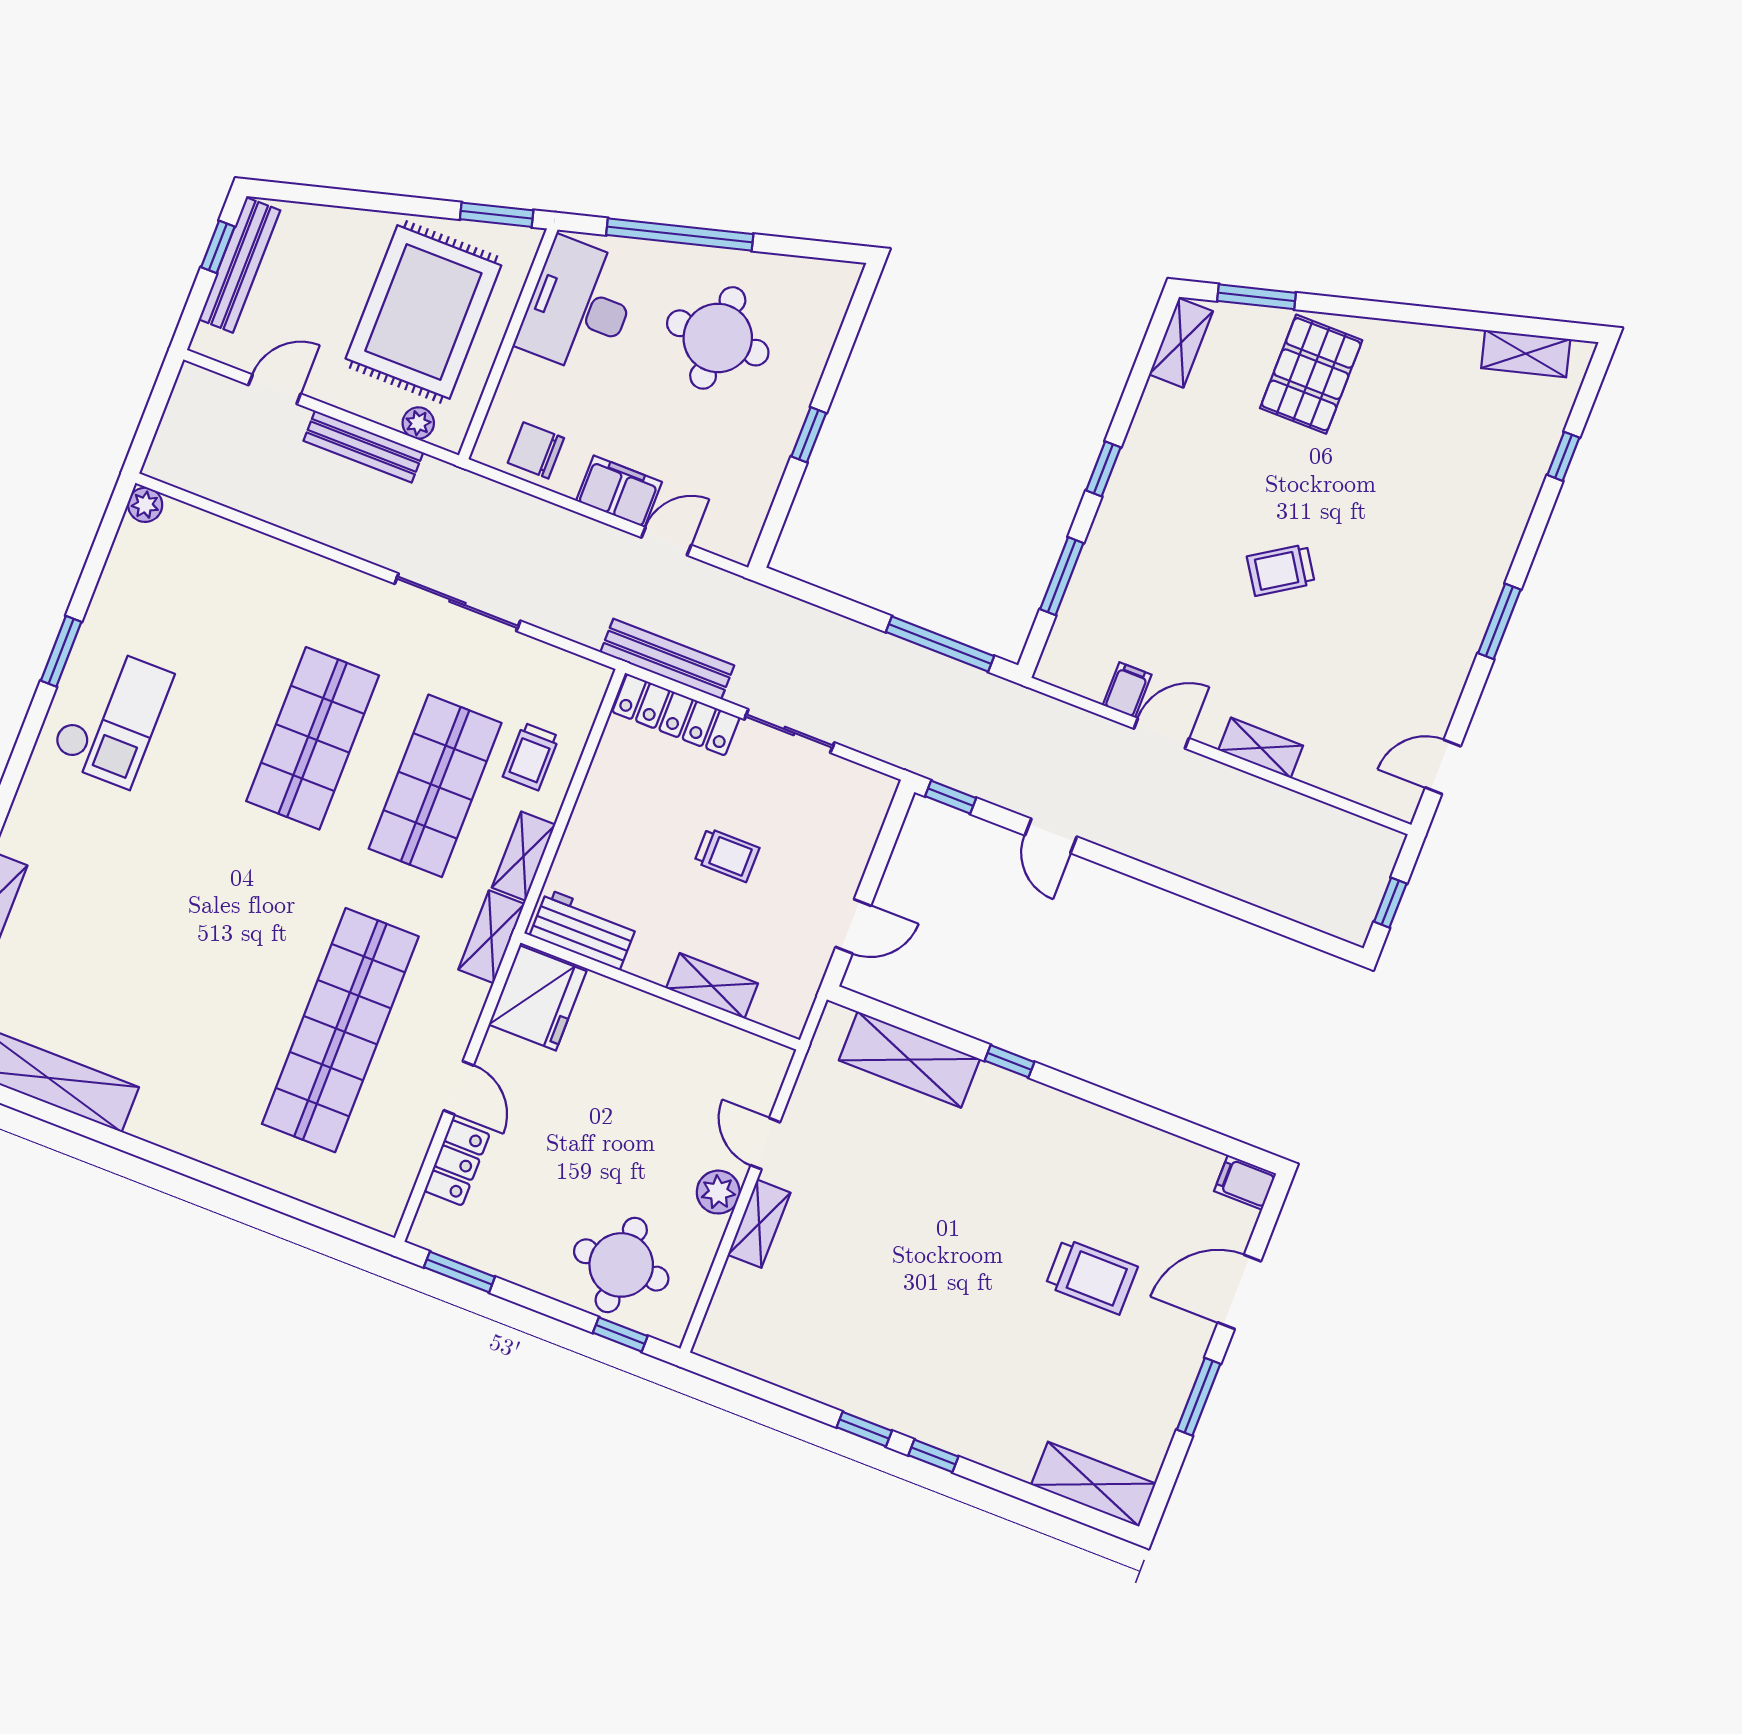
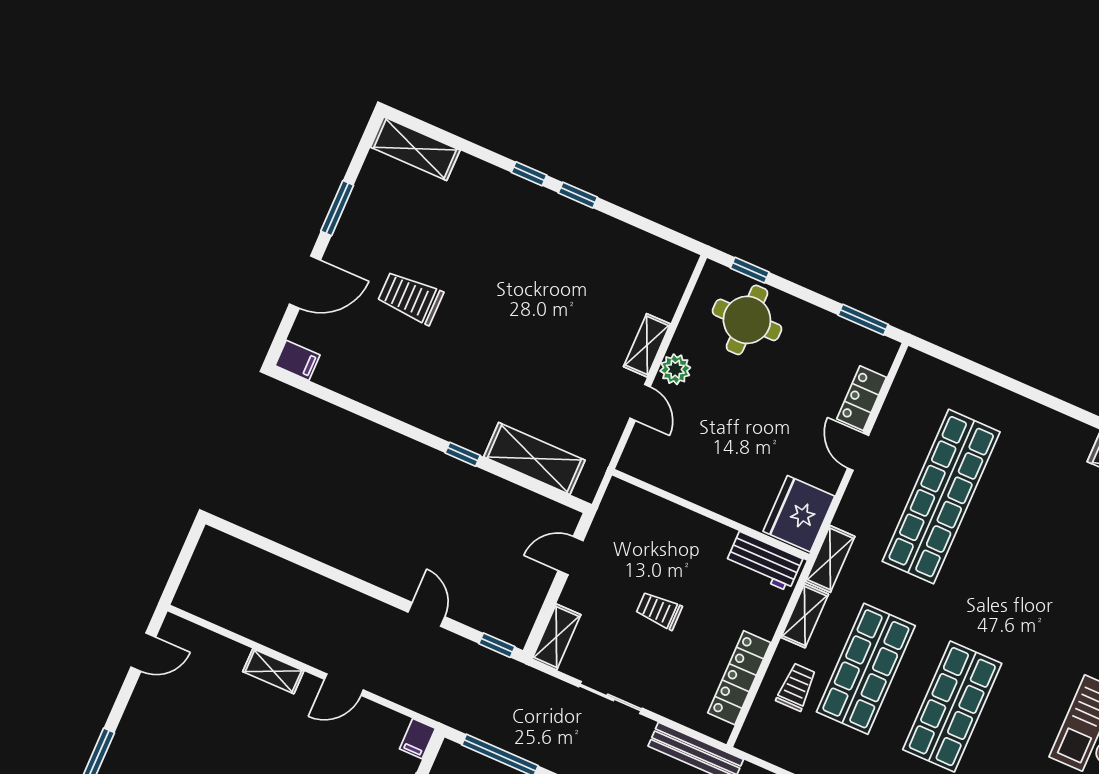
filing cabinet: (1127, 690) -> (417, 739), moved
locker: (676, 715) -> (739, 678), moved, turned -90
window: (1390, 903) -> (185, 556), removed
shelving: (712, 986) -> (556, 637), moved, turned 90

